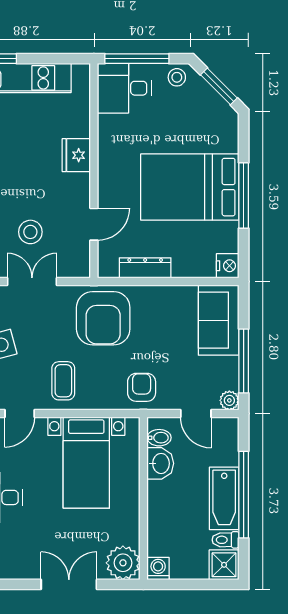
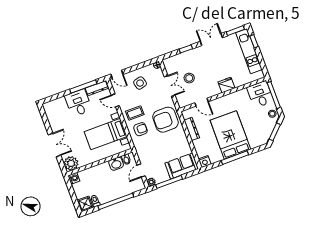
armchair: (142, 387) -> (140, 129), moved
bathtub: (224, 498) -> (112, 194), removed

